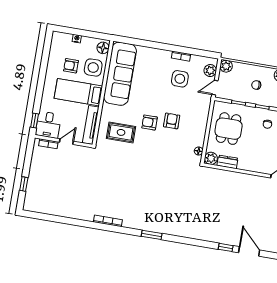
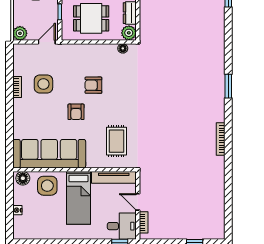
armchair: (71, 66) -> (50, 212), removed
plant: (210, 71) -> (28, 51), removed
door: (215, 88) -> (47, 42), swing flipped
armchair: (150, 122) -> (76, 112), moved

